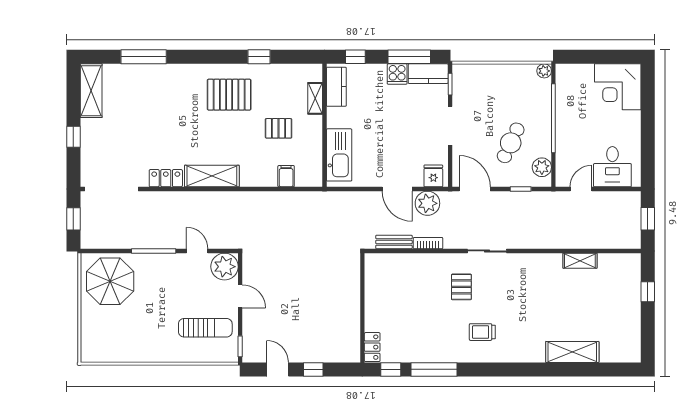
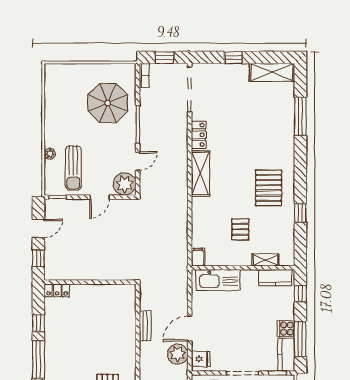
filing cabinet: (286, 176) -> (198, 257), moved, turned -90
bookcase: (428, 243) -> (144, 75), moved
parasol: (110, 281) -> (108, 103), moved
wall: (362, 308) -> (90, 282), moved
locker: (372, 347) -> (57, 290), moved
plant: (188, 356) -> (50, 154), added

